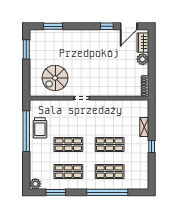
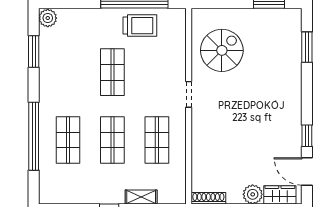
spiral stairs: (55, 78) -> (222, 50), turned 90
trolley: (40, 128) -> (140, 26), turned 180
shop shelf: (68, 172) -> (157, 140), moved

